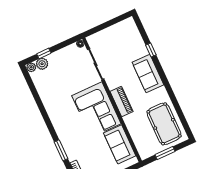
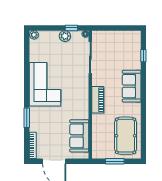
window: (151, 50) -> (143, 56), moved
window: (44, 53) -> (71, 28), moved
plant: (42, 64) -> (65, 36), moved
corner sofa: (96, 110) -> (45, 84), moved, turned 180

